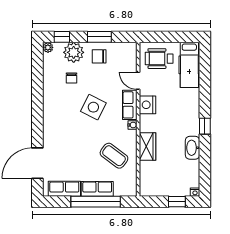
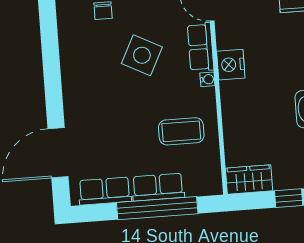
nightstand: (147, 105) -> (231, 65), moved
wardrobe: (148, 147) -> (249, 179), moved, turned -90
coffee table: (114, 156) -> (181, 131), turned -37

